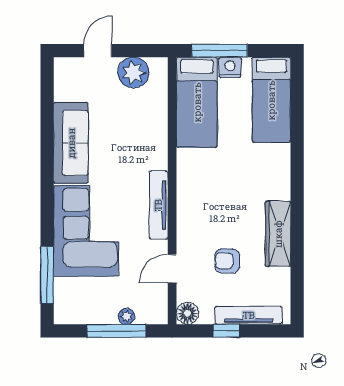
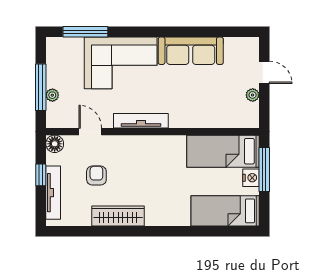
plant: (133, 72) -> (253, 95), width x0.53, depth x0.53

